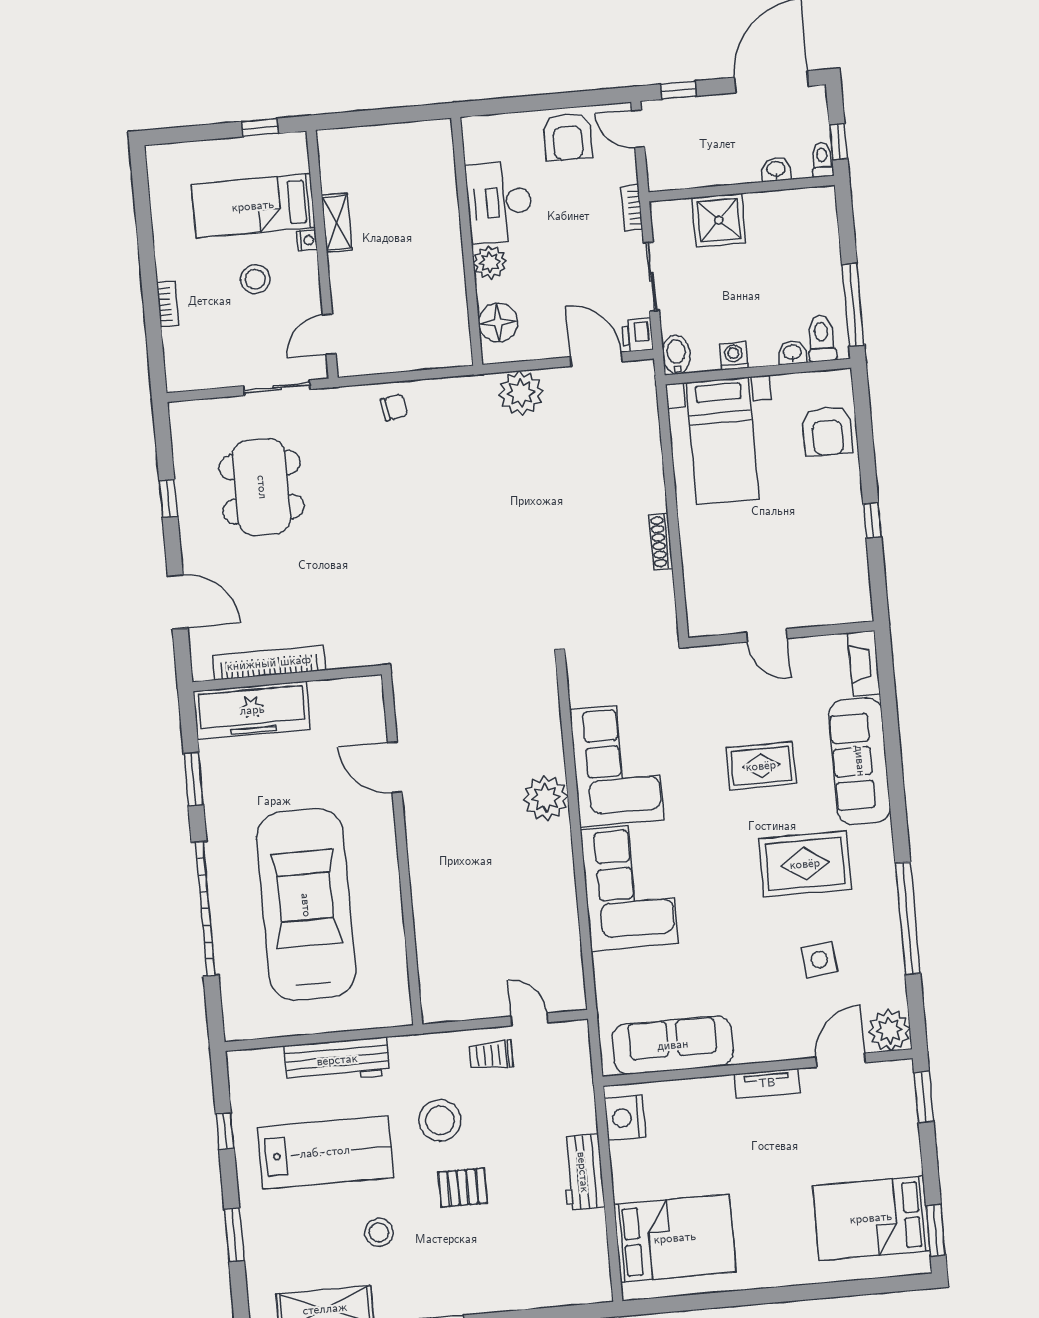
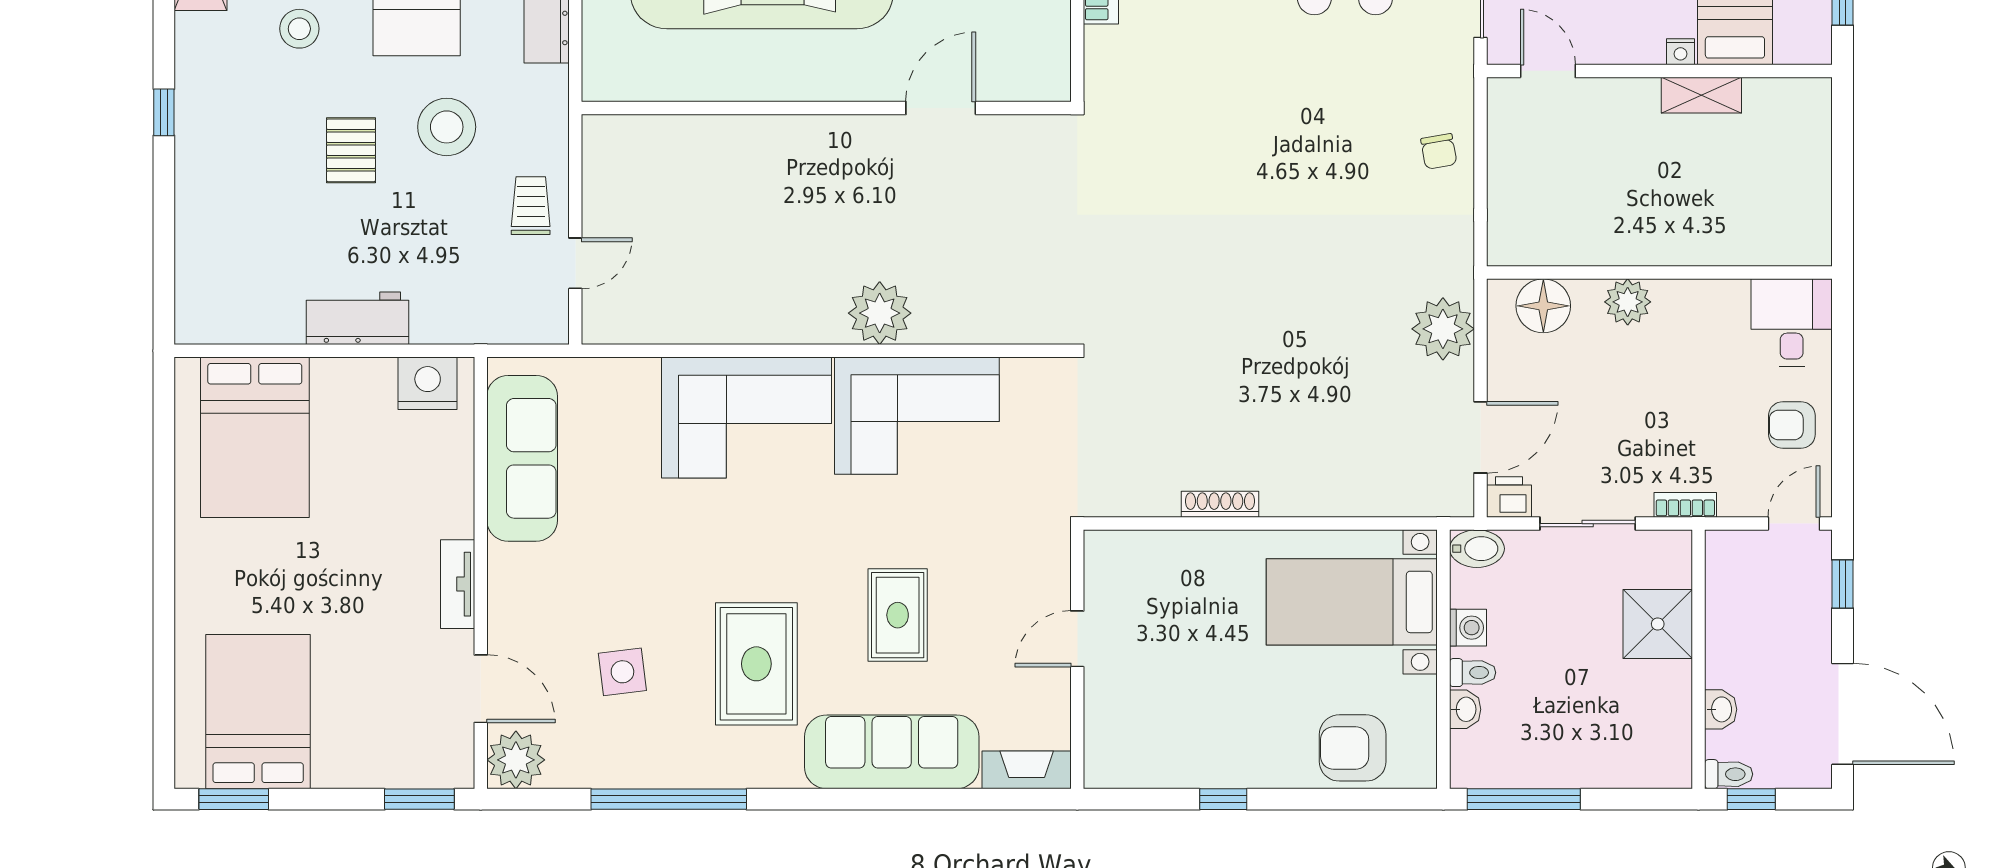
armchair: (568, 137) -> (1792, 425), width x0.72, depth x0.72
desk: (499, 202) -> (1792, 322), moved, width x0.73
toilet: (821, 338) -> (1473, 673), moved, width x0.73, depth x0.72

